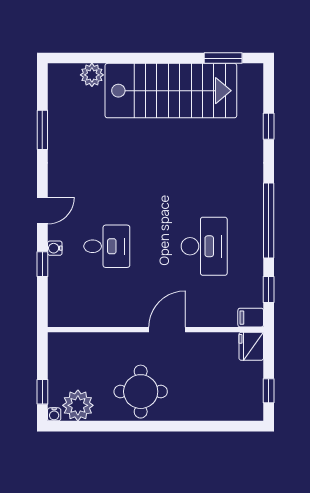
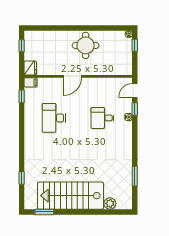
door: (42, 211) -> (135, 90), moved
window: (269, 220) -> (22, 131), removed
plant: (78, 405) -> (117, 38), removed

